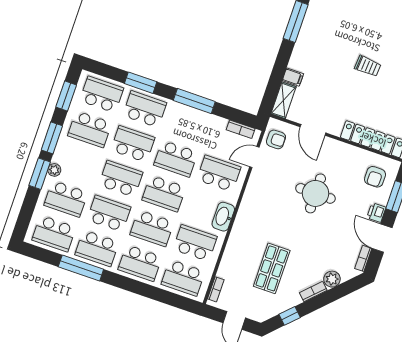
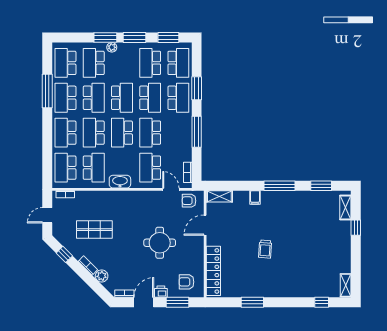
filing cabinet: (293, 77) -> (255, 197), moved
armchair: (276, 139) -> (189, 201), turned 90
school desk: (219, 173) -> (150, 168), turned 180

